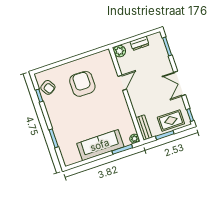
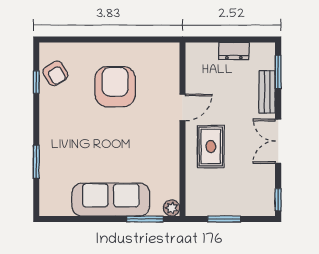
plant: (120, 51) -> (196, 53), removed
rug: (171, 121) -> (211, 147), moved, turned 90
bench: (144, 128) -> (267, 92), moved

